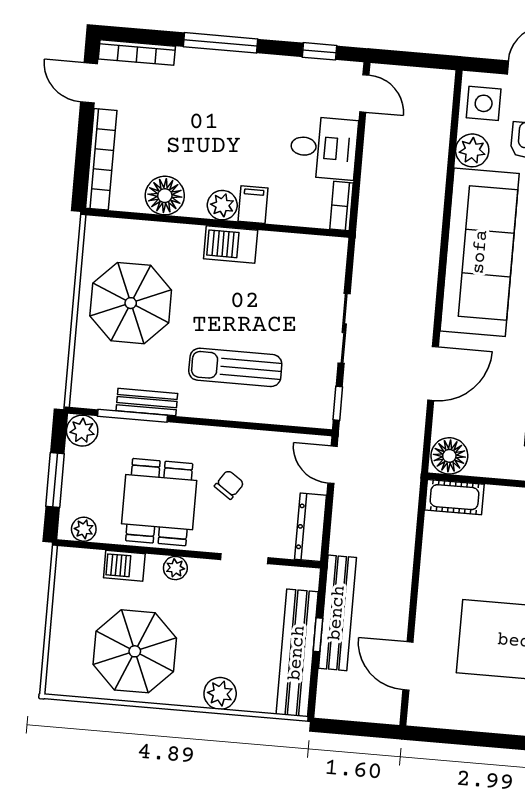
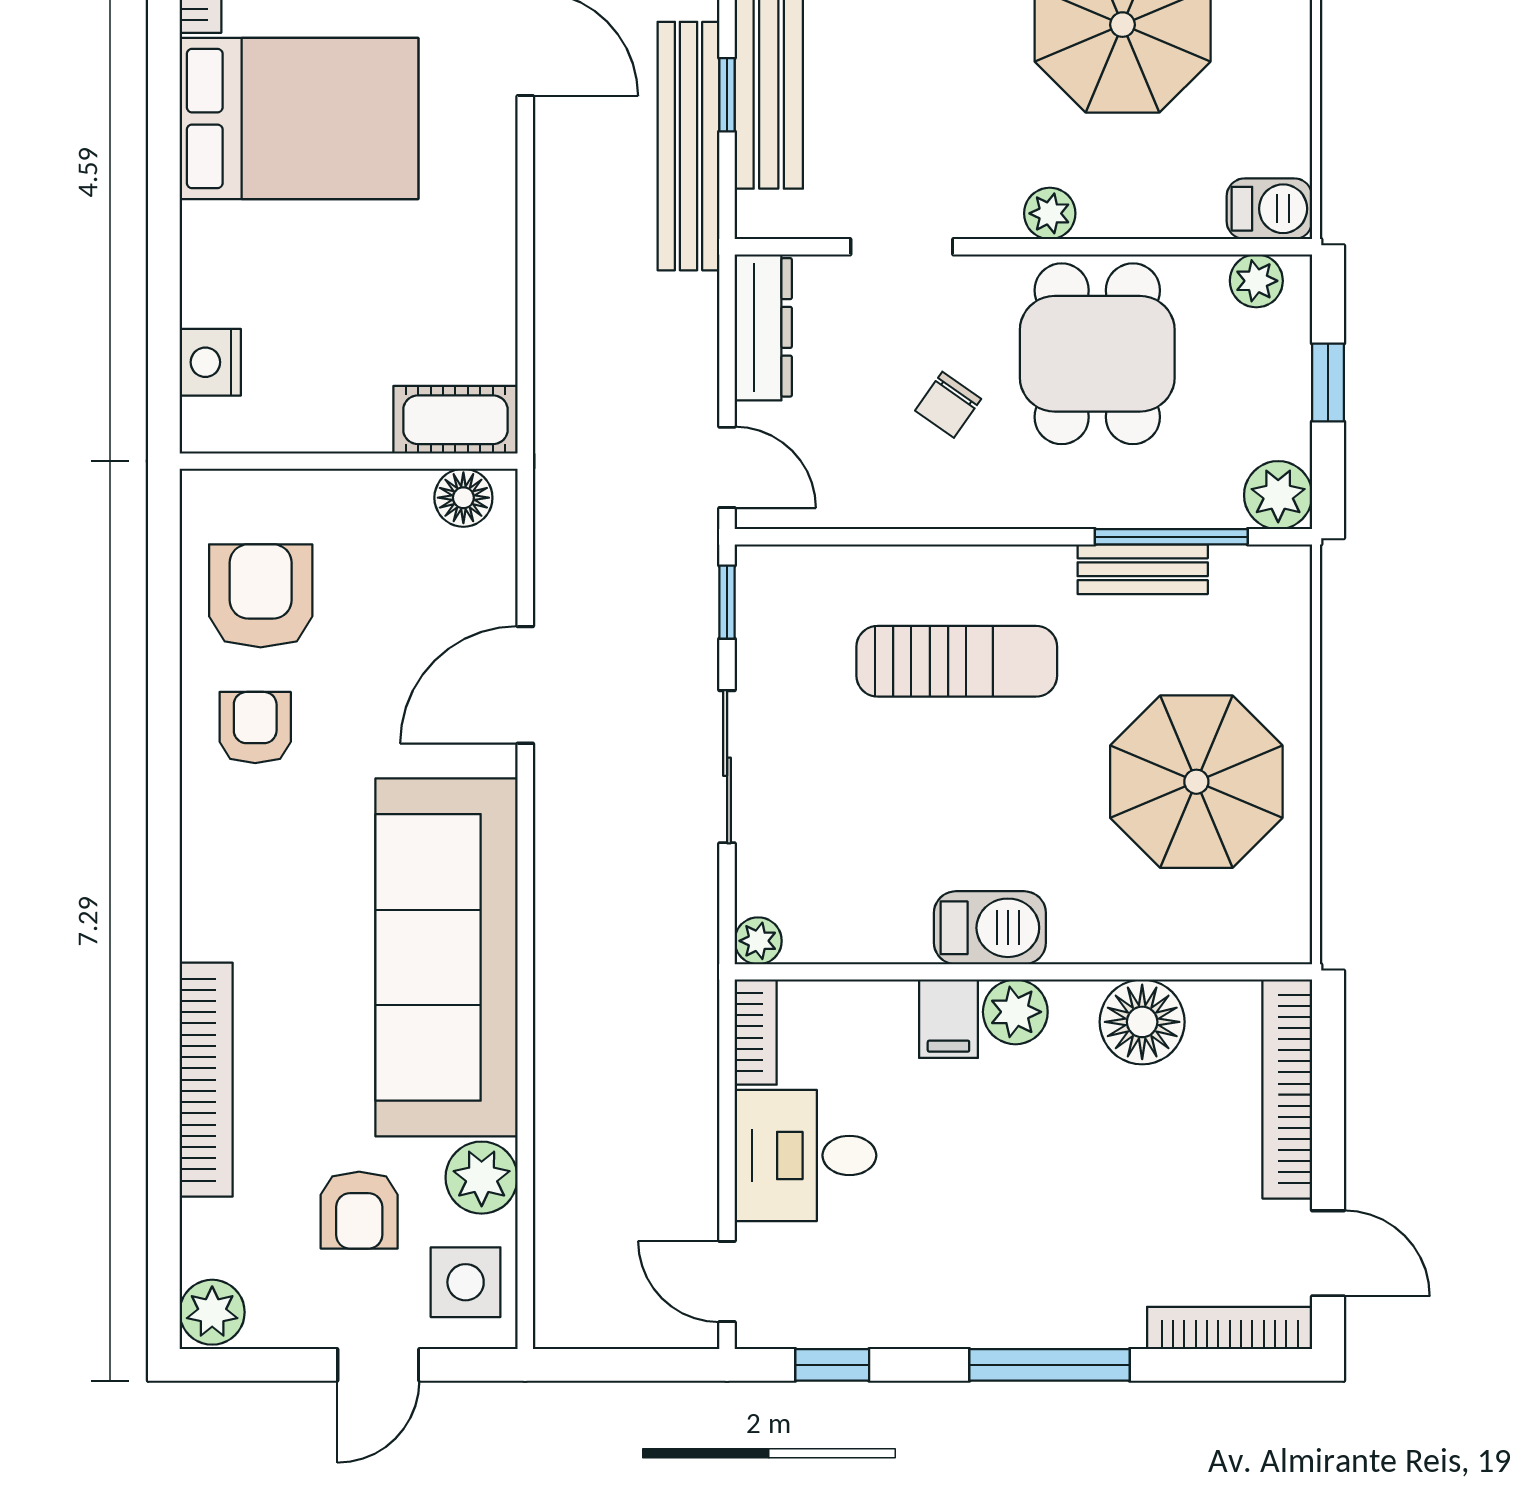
plant: (337, 248) -> (758, 941), added
floor lamp: (449, 456) -> (463, 498), width x0.73, depth x0.73
window: (55, 480) -> (1328, 382), width x0.67
barbecue: (124, 566) -> (1269, 209), moved

